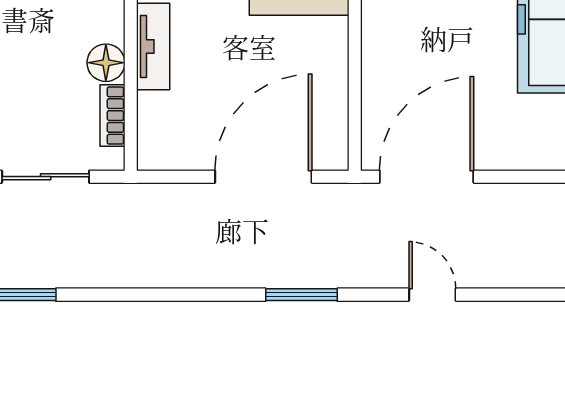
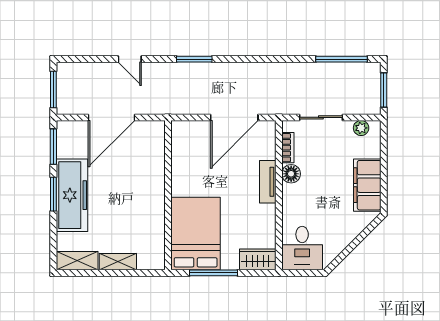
door: (263, 177) -> (234, 117), moved
door: (427, 177) -> (111, 117), moved

